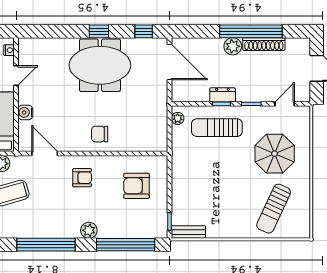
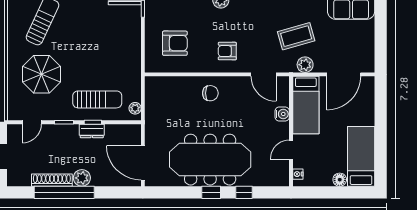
window: (144, 31) -> (244, 192), moved
meeting table: (100, 65) -> (210, 160), width x1.36

